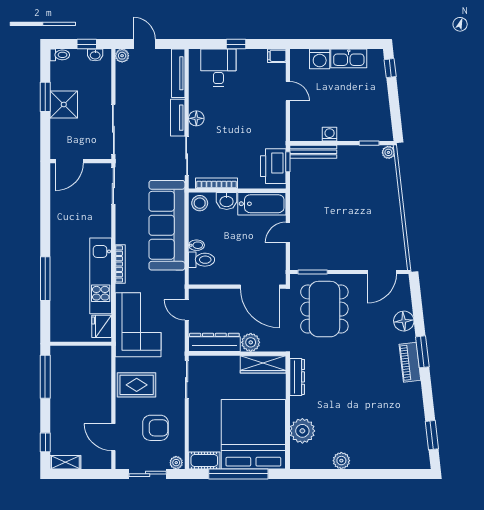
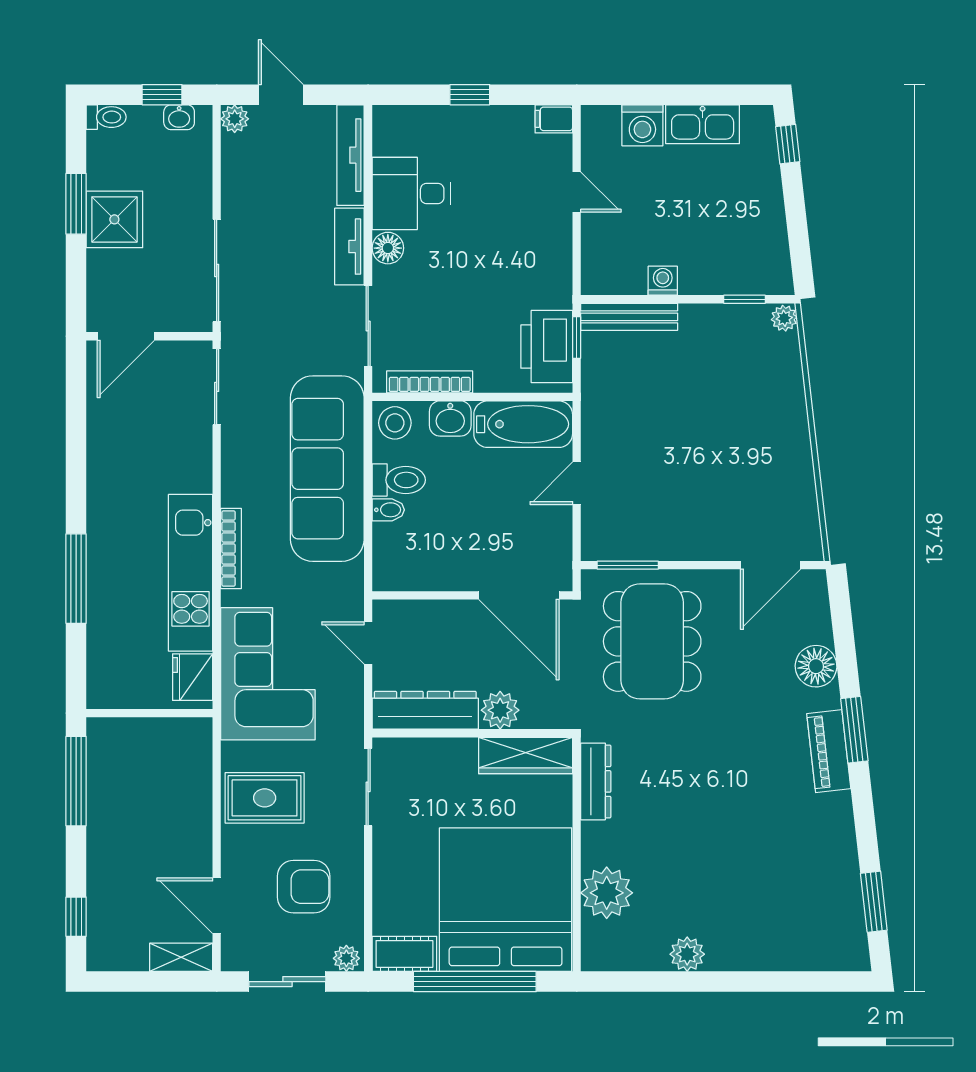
desk: (218, 68) -> (411, 193), moved, turned -90
toilet: (202, 260) -> (399, 480), moved
shelving: (65, 462) -> (181, 957), moved

